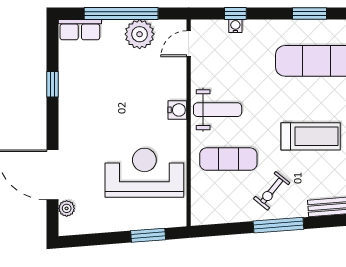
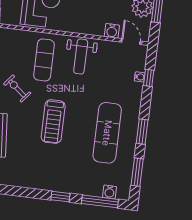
water cooler: (177, 110) -> (112, 31), moved

